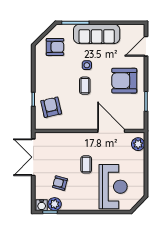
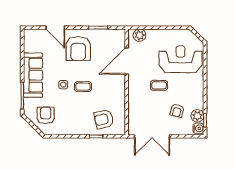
door: (146, 46) -> (55, 28), moved

